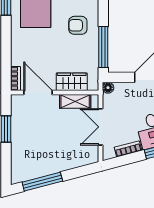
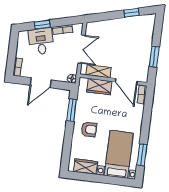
window: (103, 47) -> (72, 110), width x0.69
window: (42, 182) -> (131, 13), width x0.46

